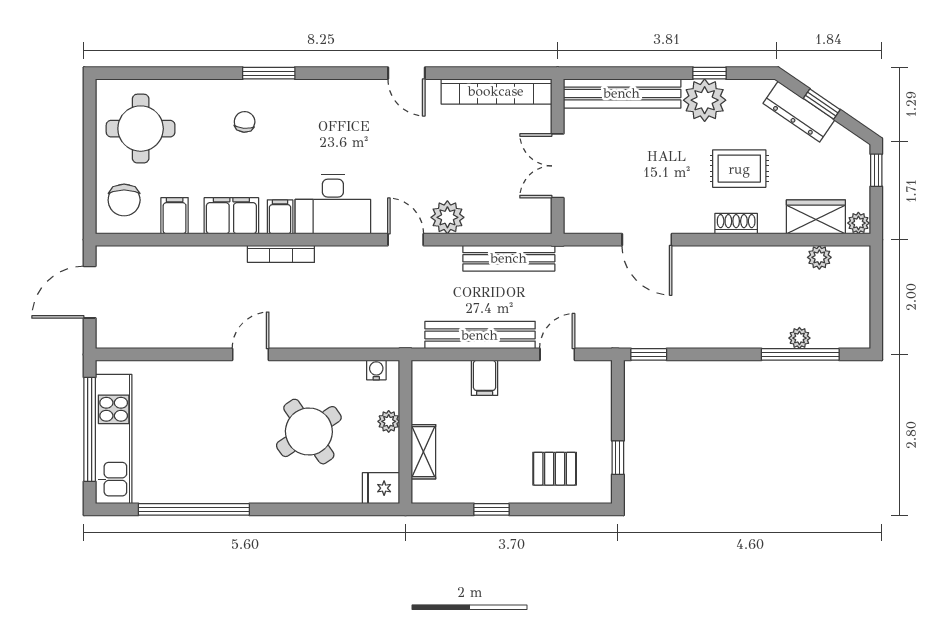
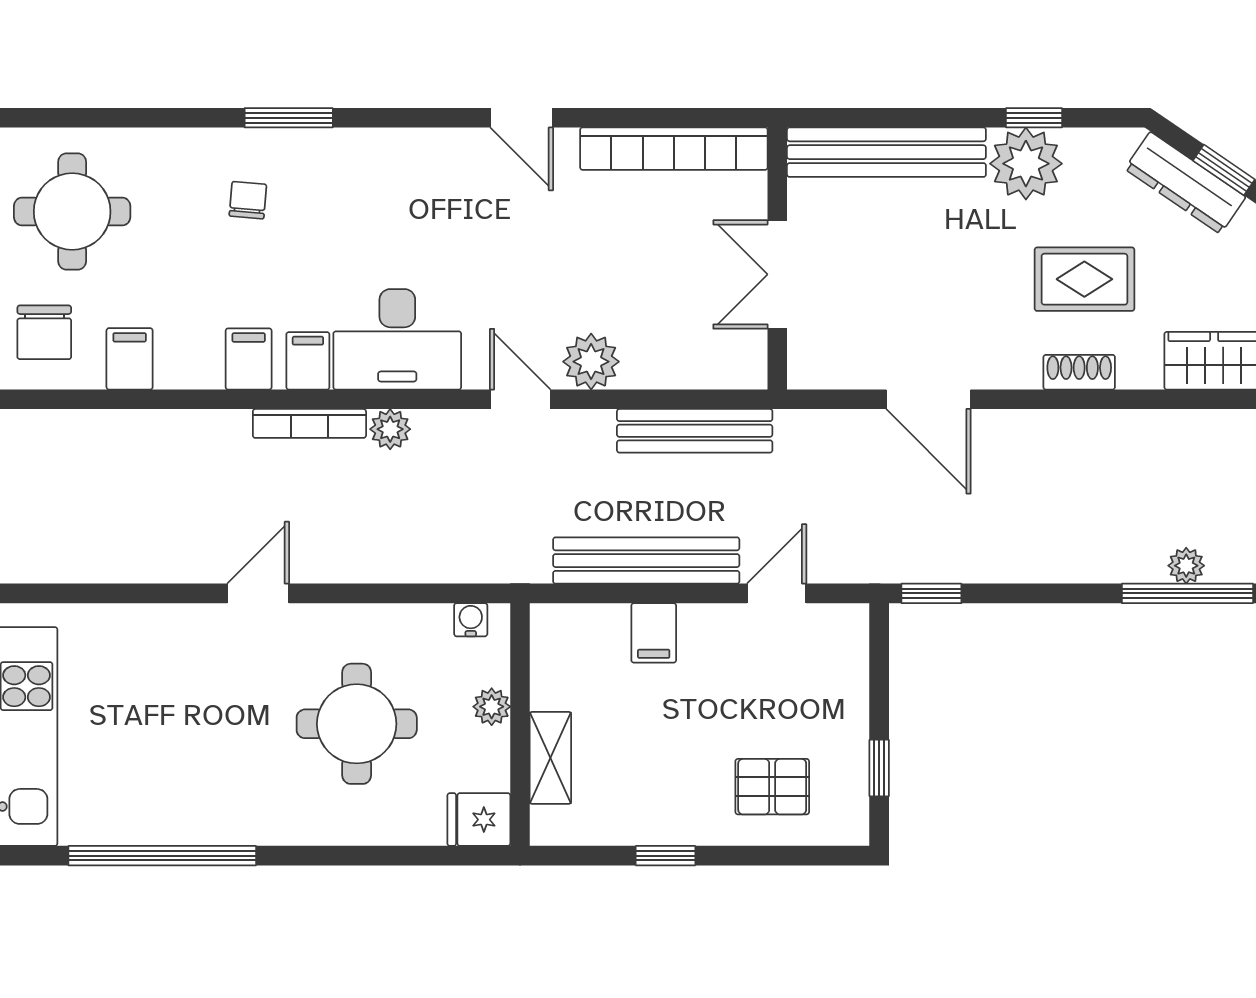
filing cabinet: (231, 216) -> (249, 359), width x0.50
plant: (819, 257) -> (390, 429), moved
round table: (309, 432) -> (357, 724), turned 34

